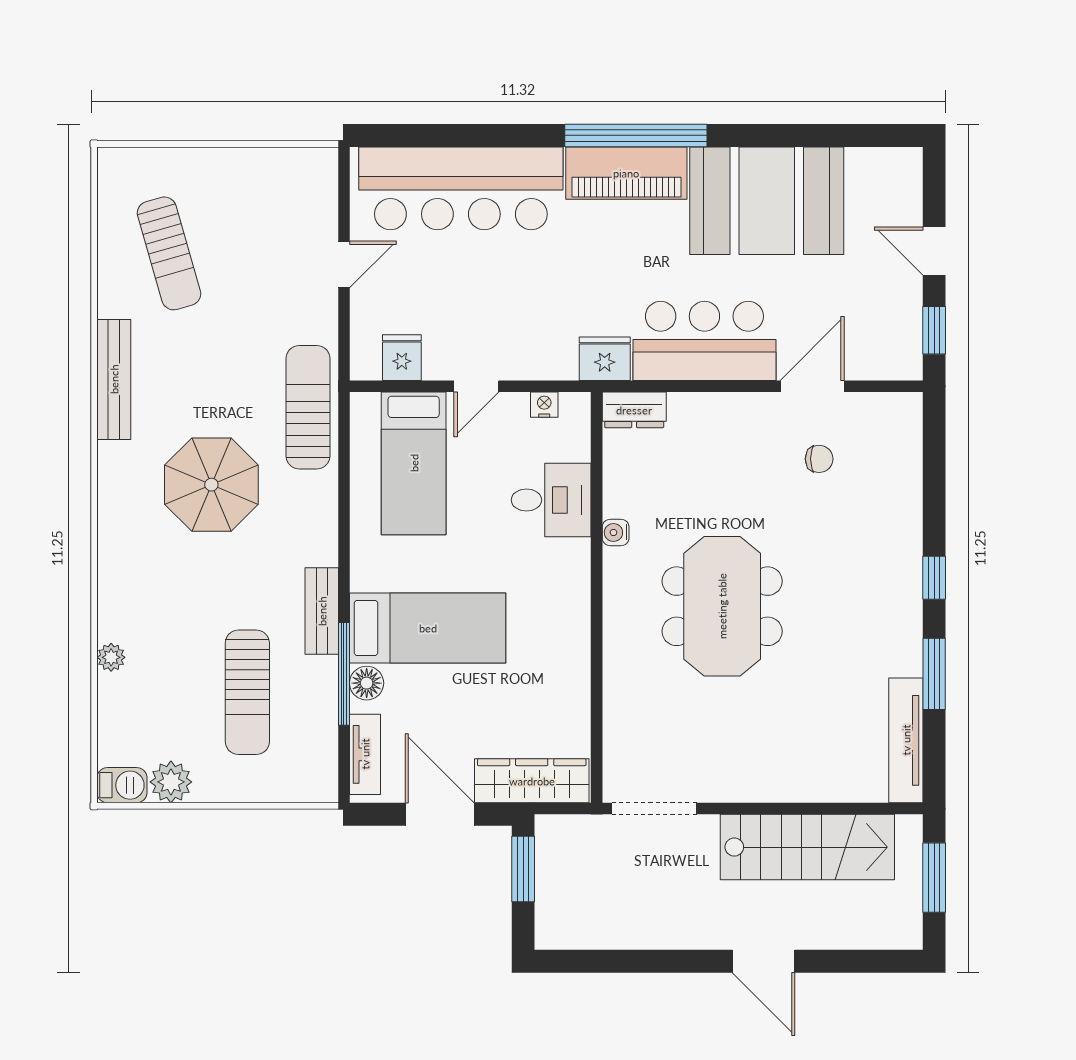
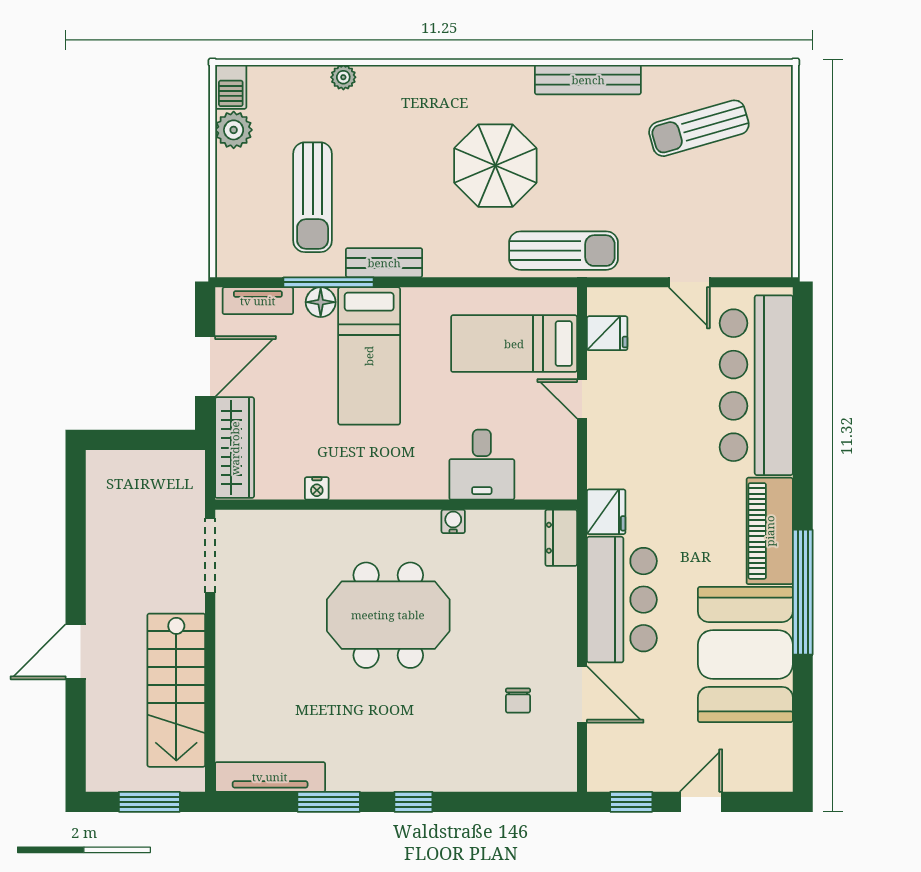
window: (636, 135) -> (803, 592), moved
nightstand: (544, 405) -> (317, 488), moved, turned 90
sun lounger: (247, 692) -> (313, 197), turned -90
window: (523, 869) -> (157, 440), removed

